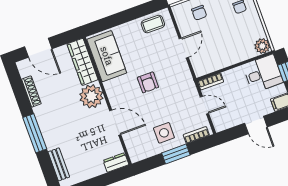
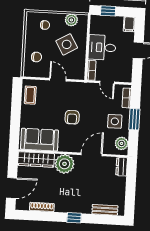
side table: (228, 41) -> (67, 44), added
plant: (262, 46) -> (71, 20), moved
desk: (263, 74) -> (102, 48), moved, turned -90
armchair: (148, 82) -> (72, 117), turned 90
door: (204, 105) -> (107, 82), swing flipped
window: (35, 133) -> (74, 218), width x0.46
plant: (142, 151) -> (122, 143), added

